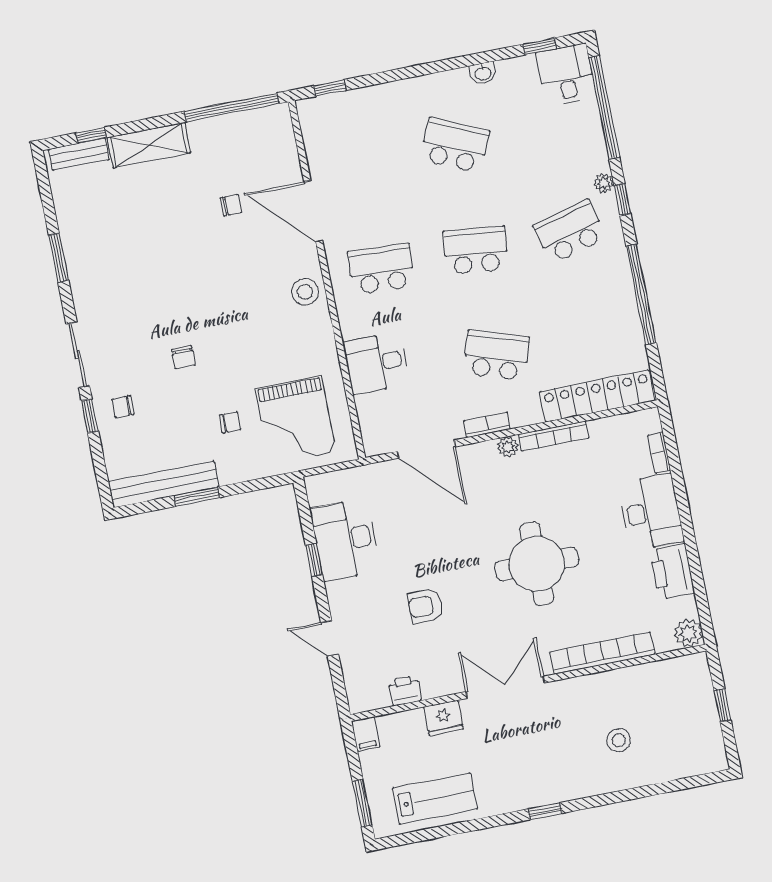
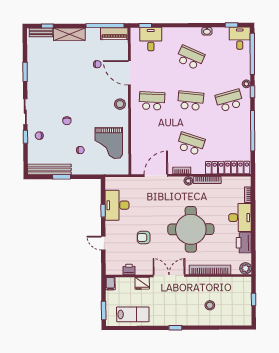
piano: (258, 123) -> (114, 34), added
desk: (376, 363) -> (151, 39), moved, turned 90
grand piano: (296, 421) -> (109, 143), moved
door: (426, 449) -> (156, 176), swing flipped
round table: (537, 564) -> (191, 229), width x1.36, depth x1.36

